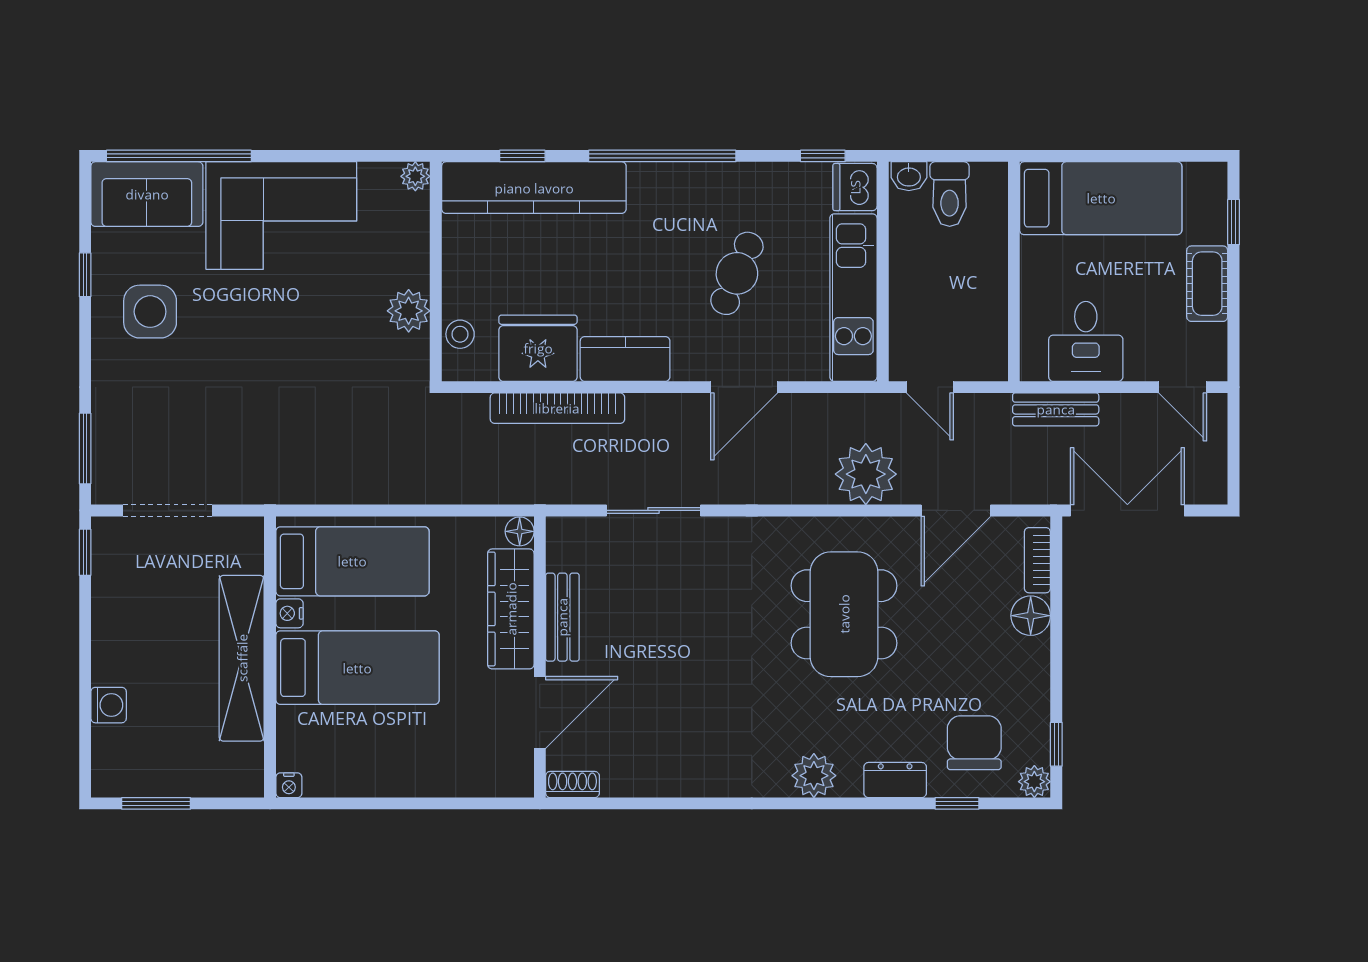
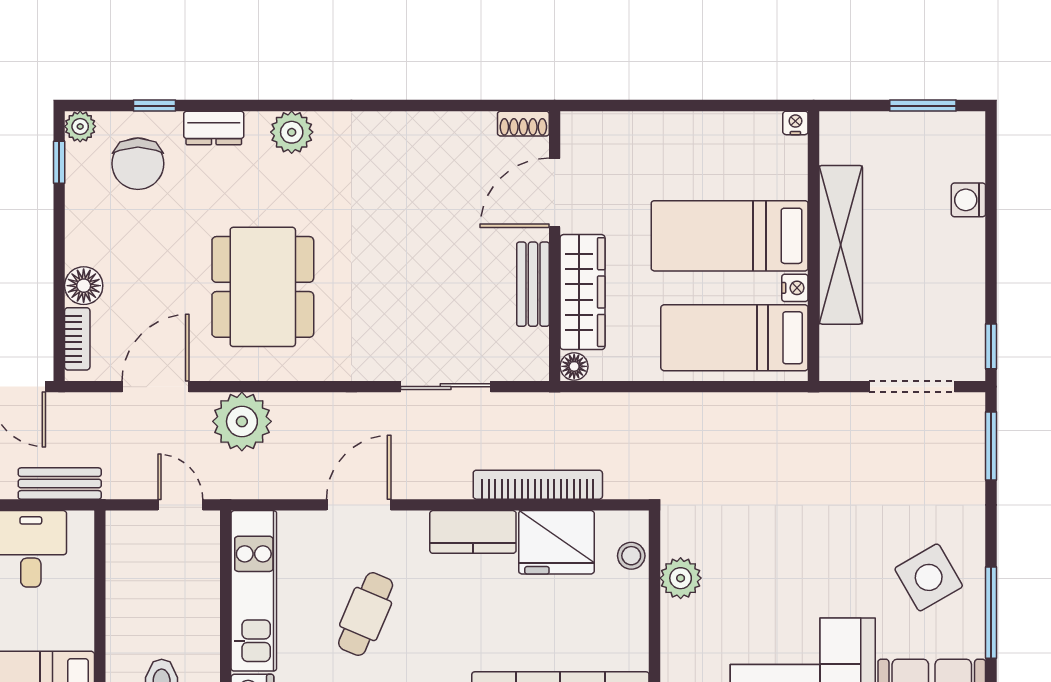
window: (85, 275) -> (991, 613), width x2.17
side table: (150, 312) -> (929, 577), turned -30

